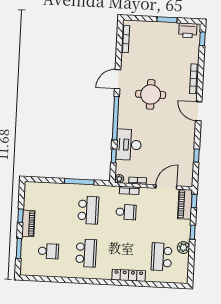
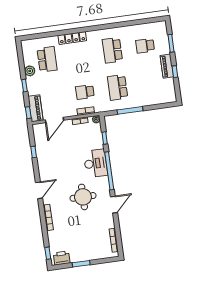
door: (199, 111) -> (39, 190), hinge flipped
desk: (129, 145) -> (95, 163), moved

